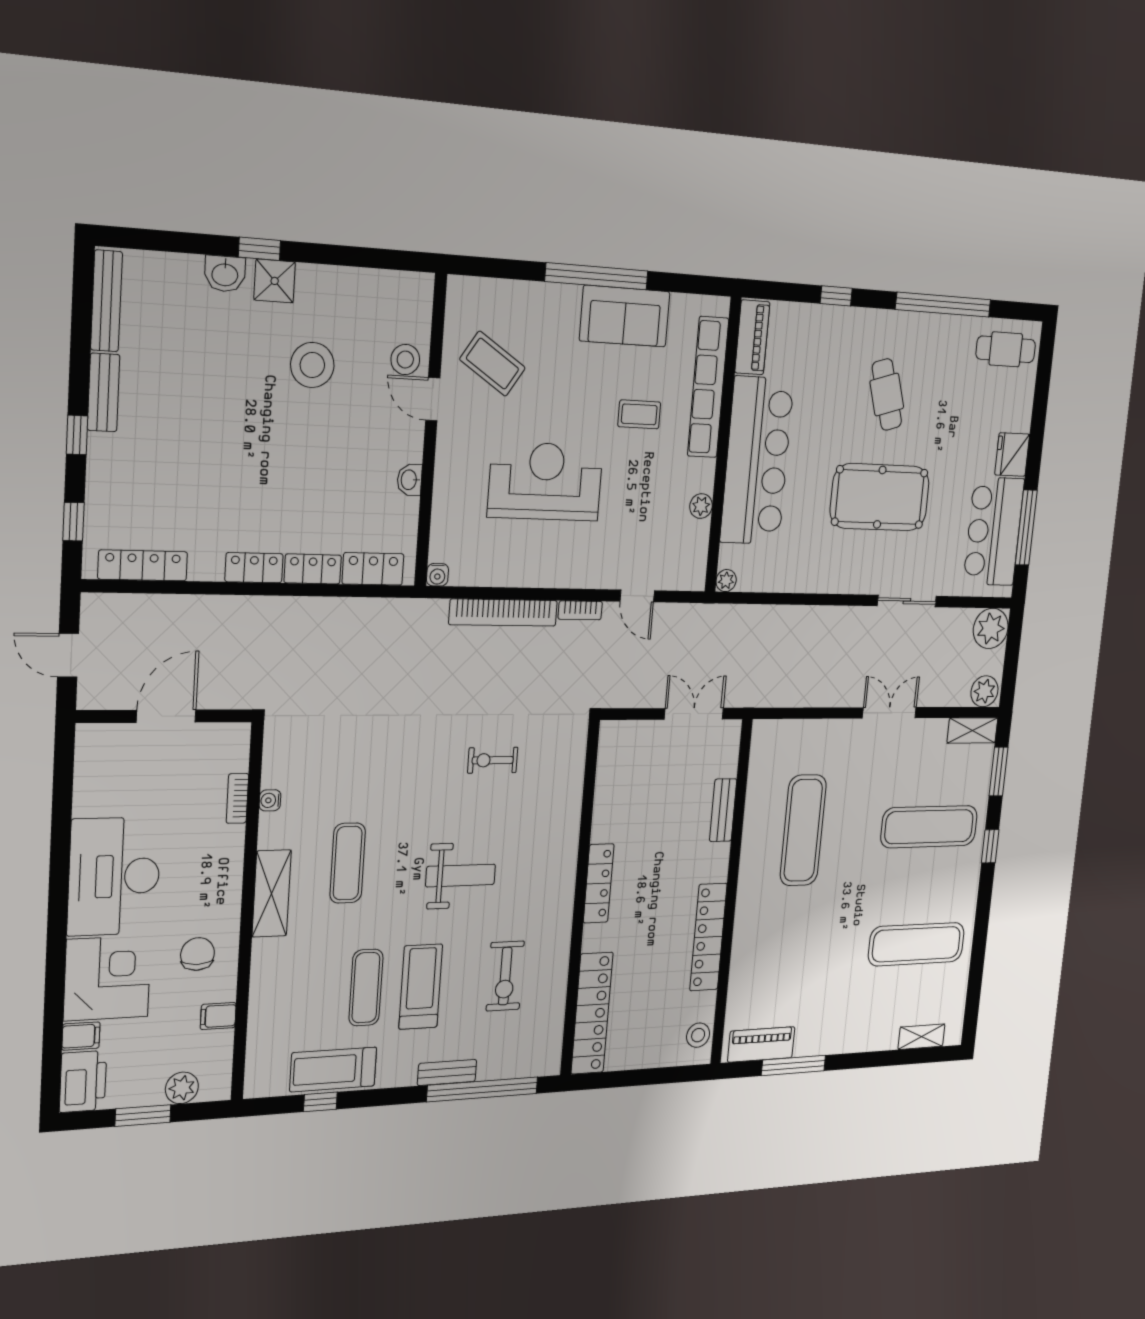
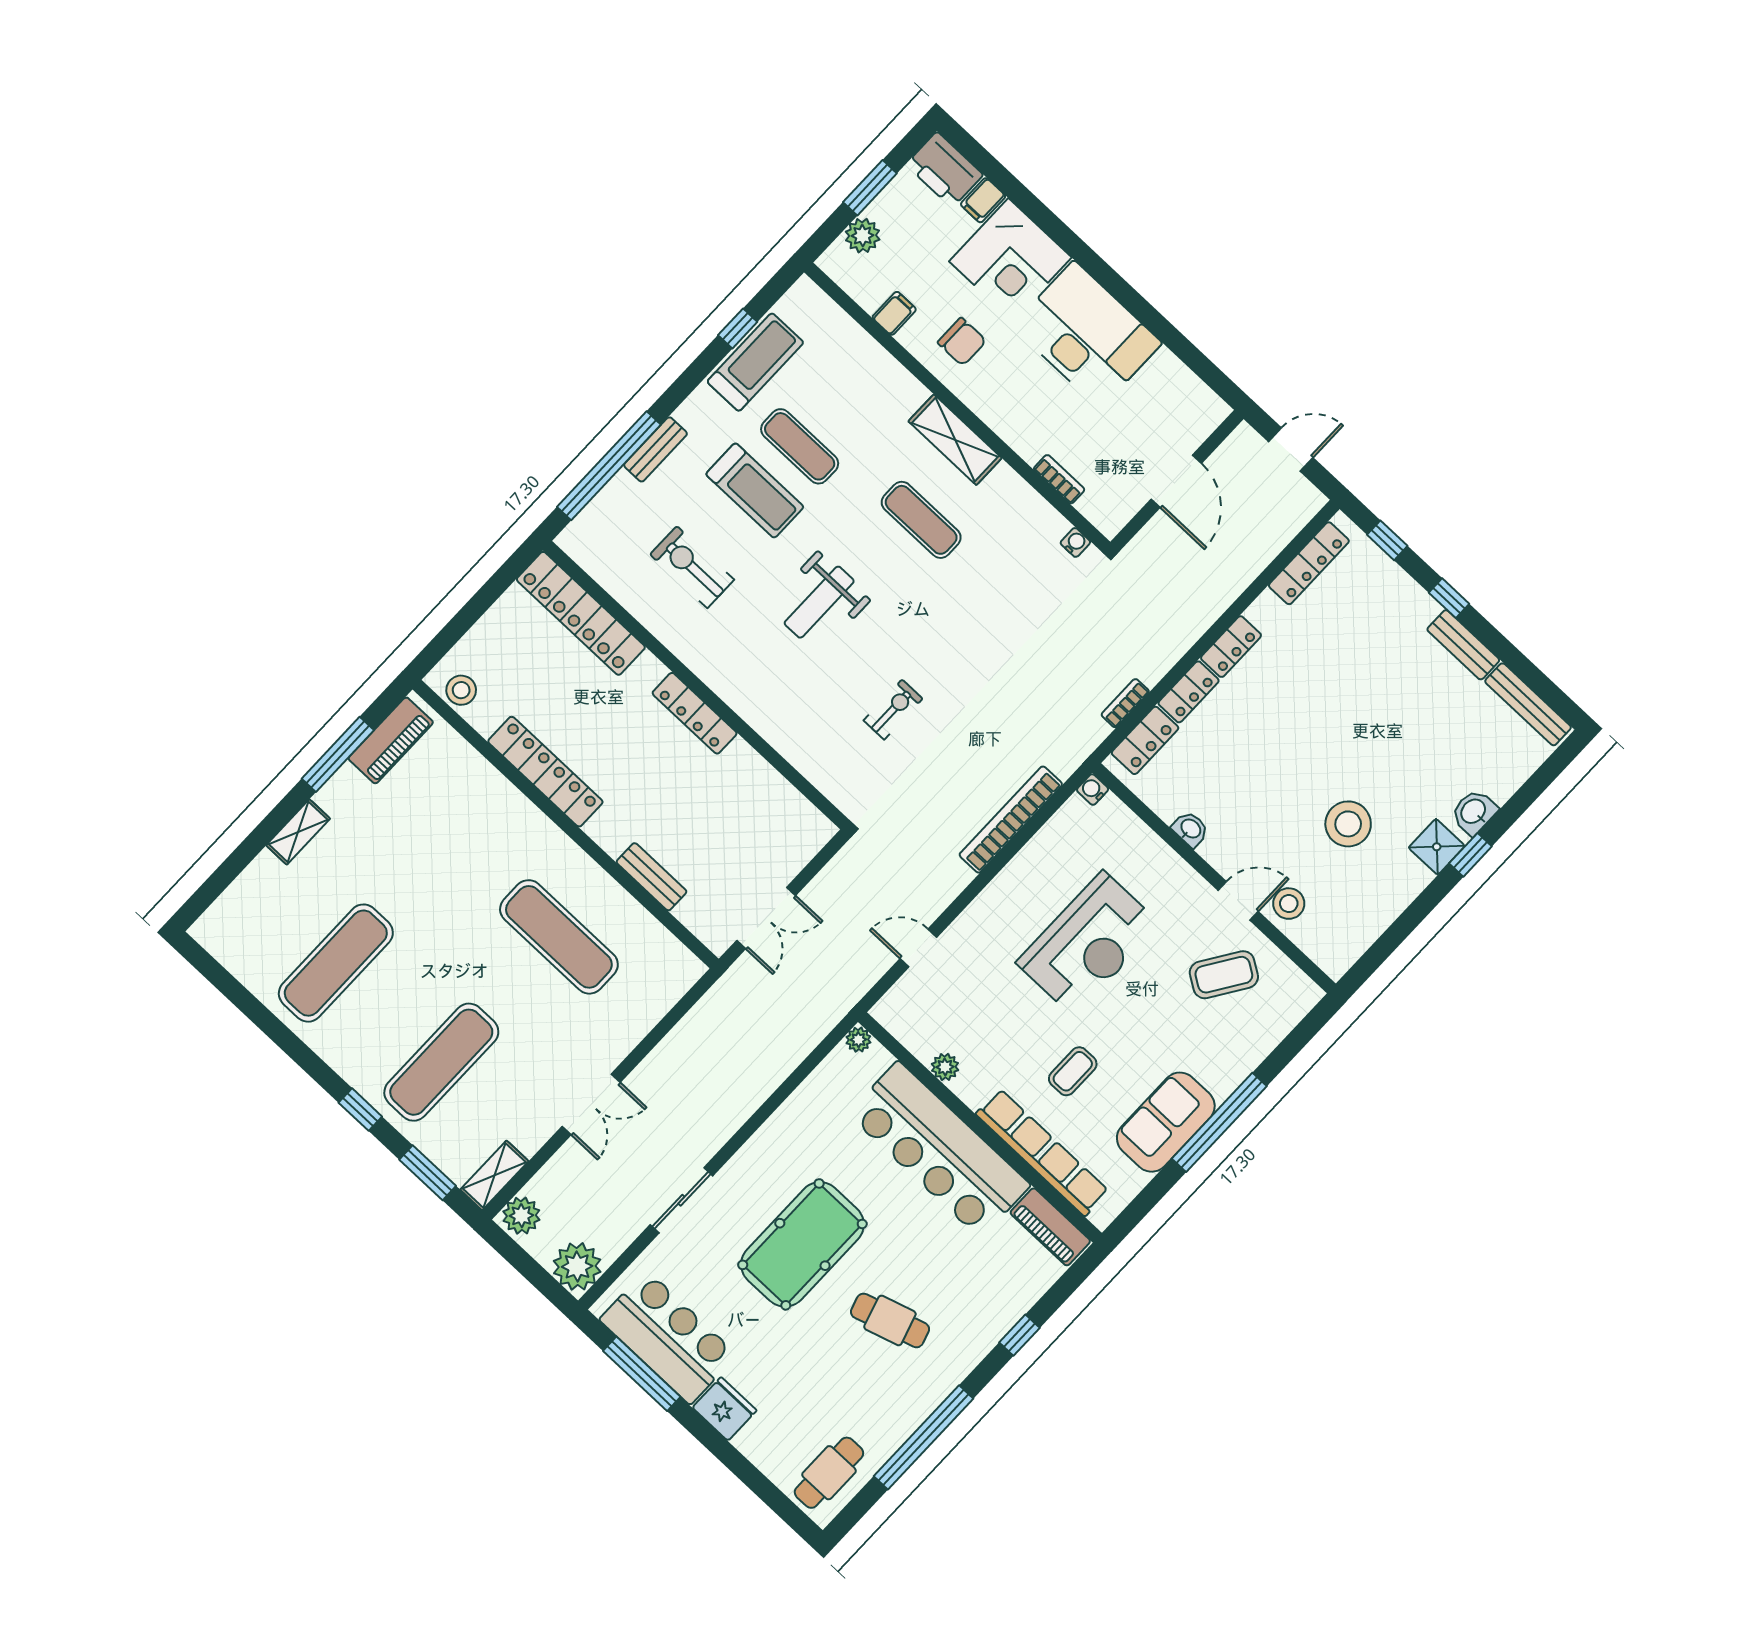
bookcase: (580, 610) -> (1125, 703), moved
water cooler: (270, 800) -> (1075, 542), moved
shelving: (921, 1037) -> (298, 832), moved

